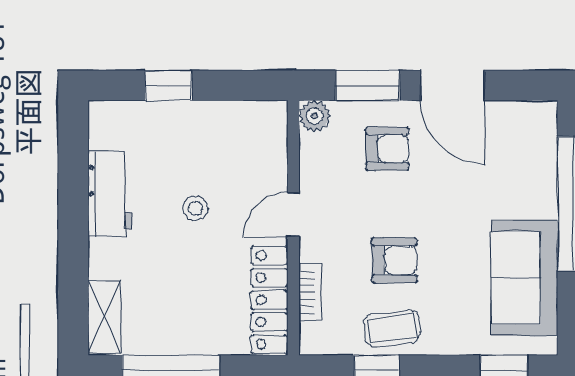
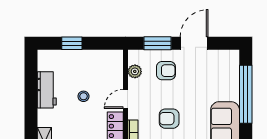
door: (453, 85) -> (194, 43), swing flipped
plant: (315, 116) -> (135, 71), moved
armchair: (394, 260) -> (169, 119), turned 180

